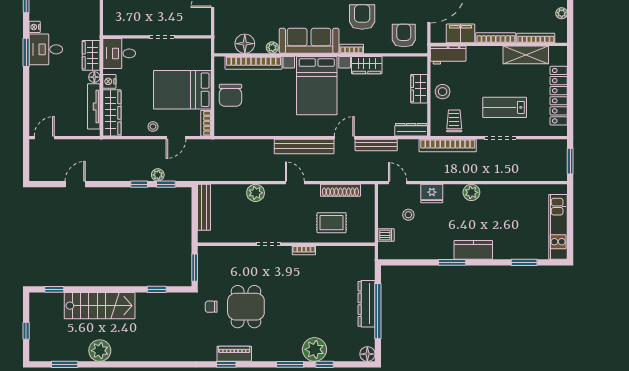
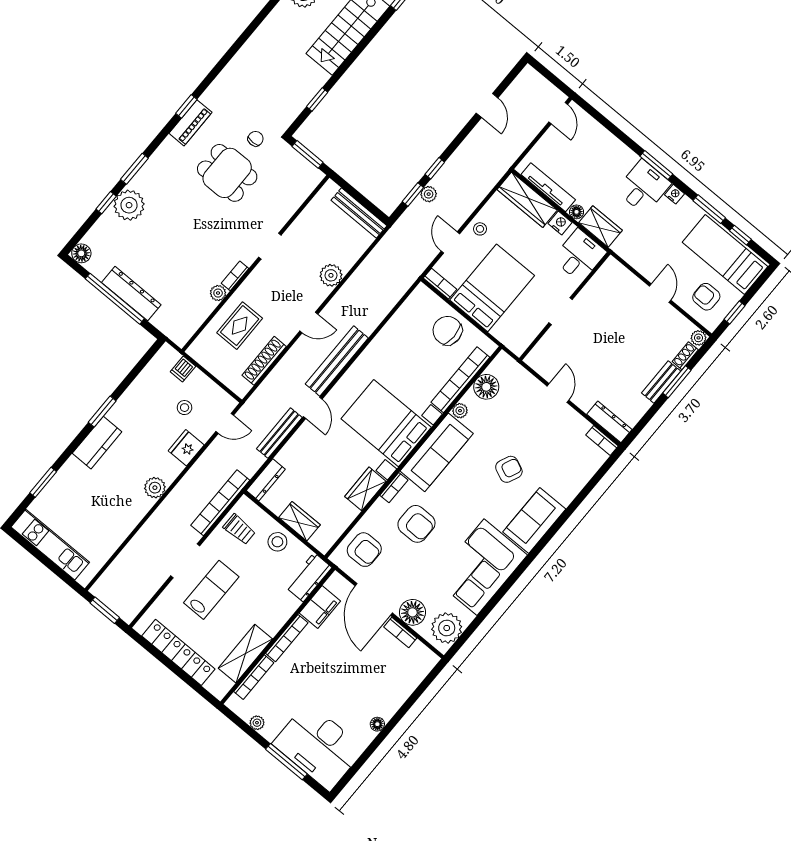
plant: (323, 252) -> (218, 293), added

